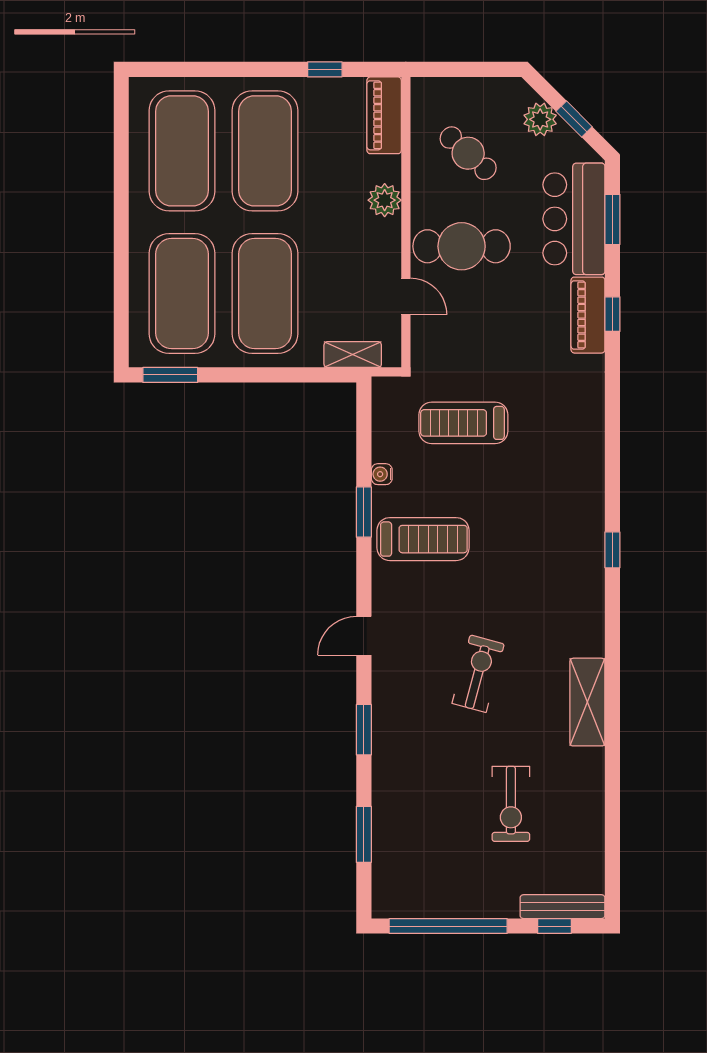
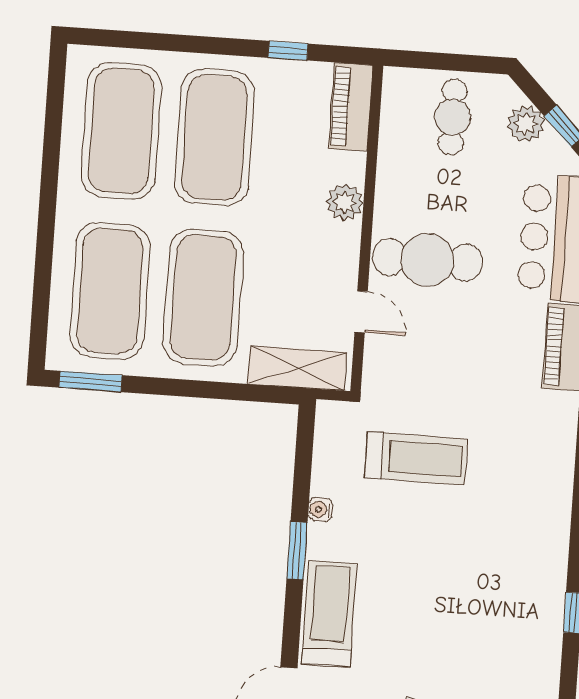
cafe table: (468, 153) -> (453, 117), moved, turned 48
shelving: (353, 355) -> (297, 368), width x1.50, depth x1.33
treadmill: (463, 423) -> (416, 458), turned 180
treadmill: (423, 539) -> (329, 614), moved, turned -90

